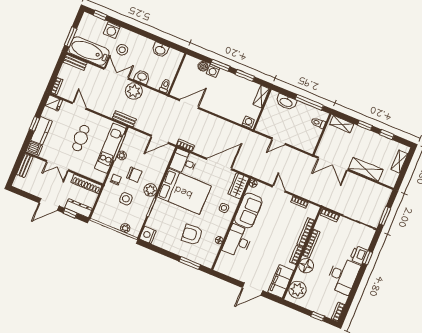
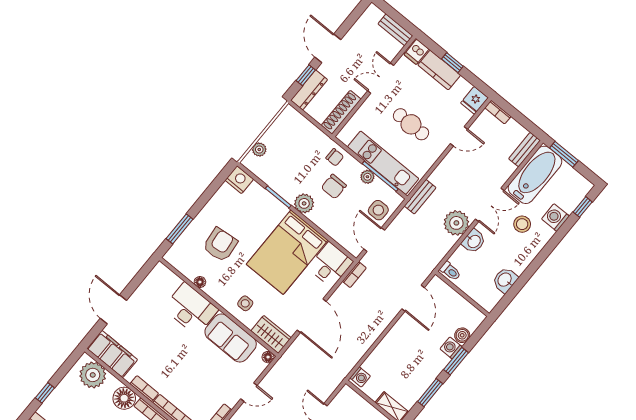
side table: (126, 199) -> (378, 210), moved

